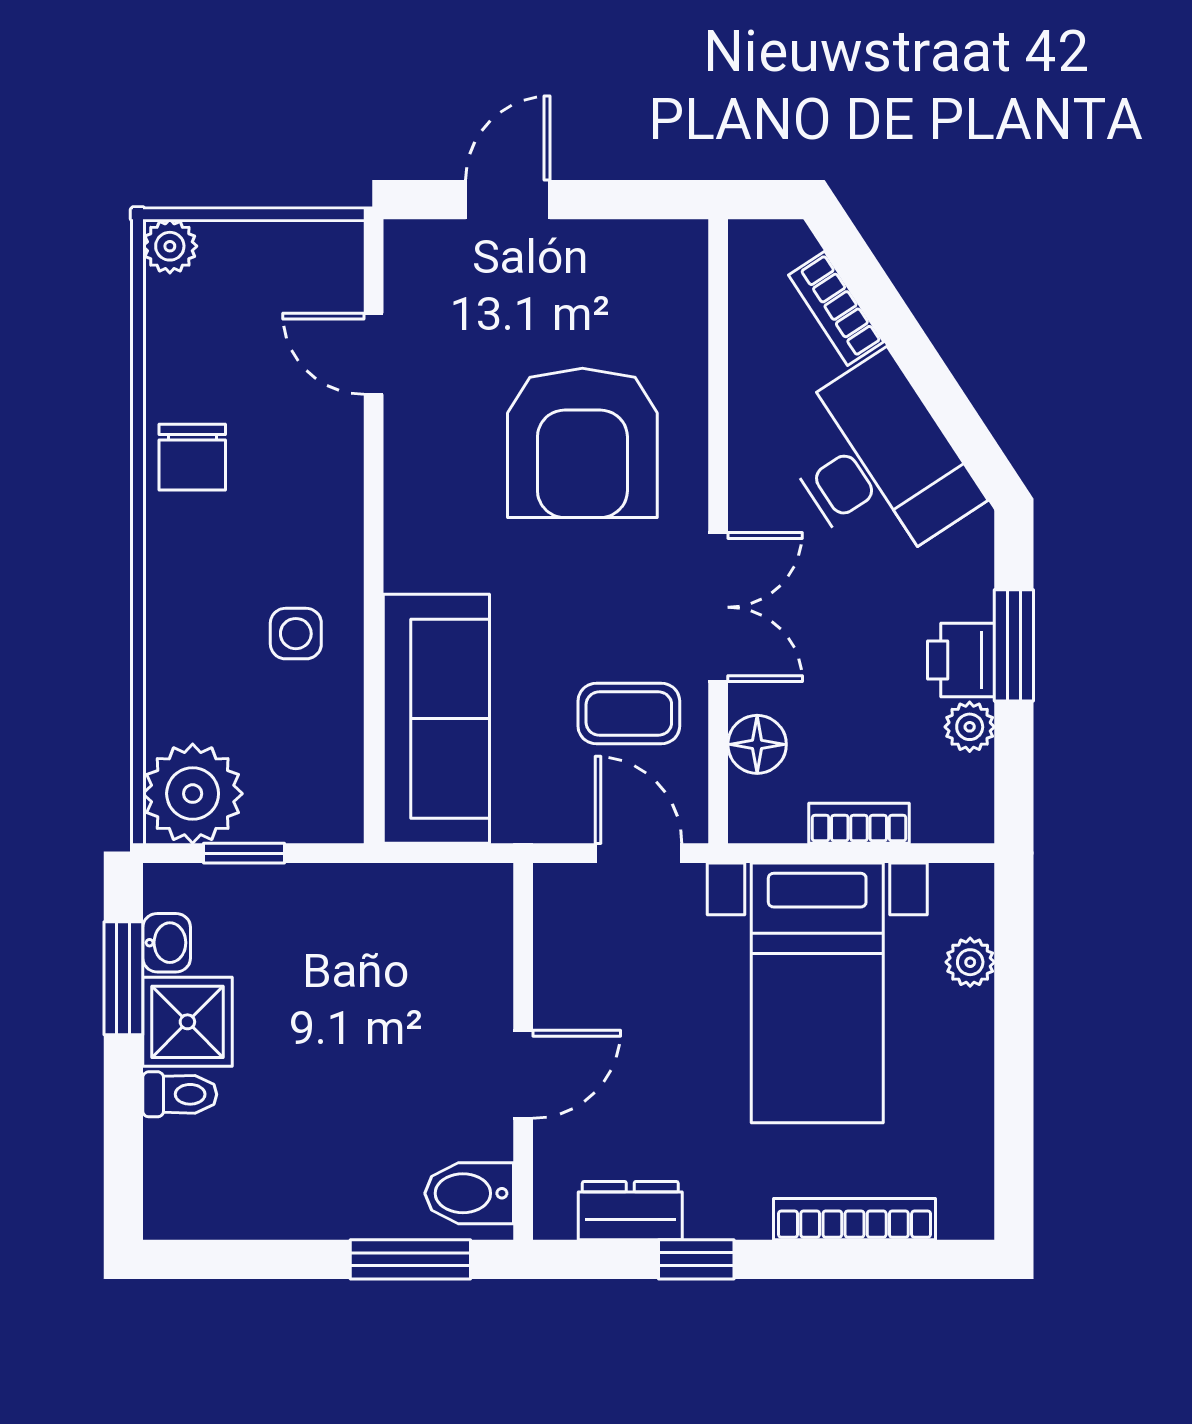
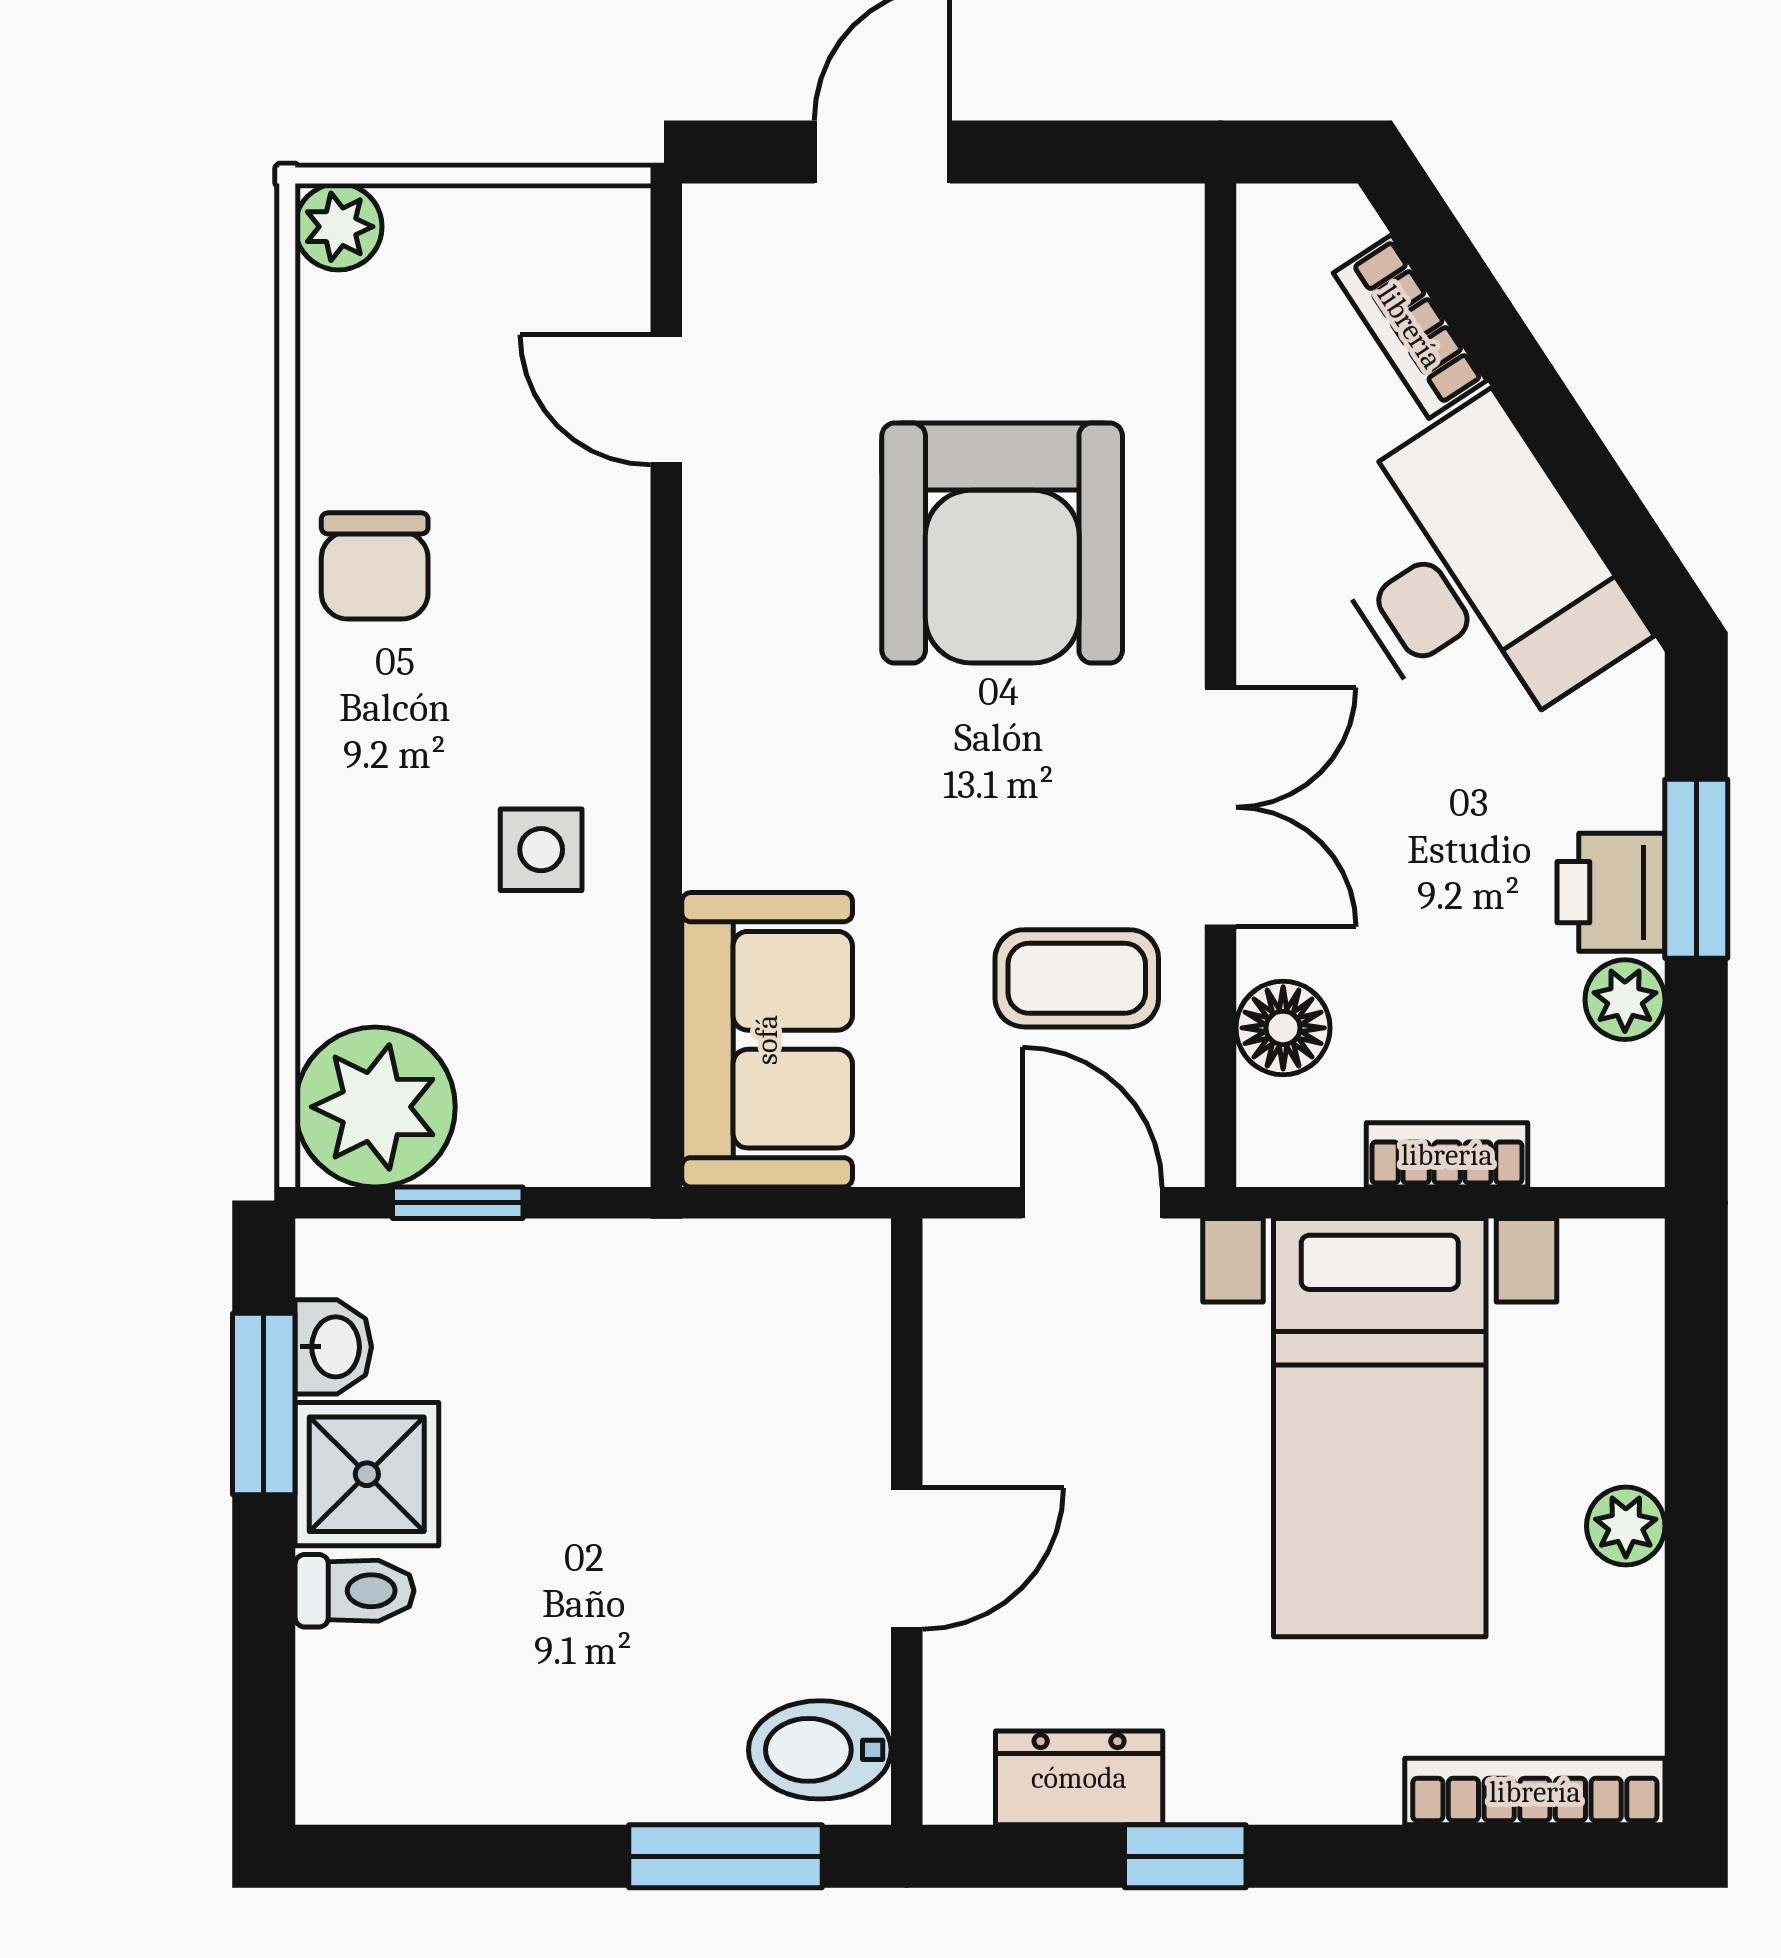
sofa: (436, 719) -> (767, 1040), width x0.73
plant: (970, 962) -> (1626, 1526), moved
bookcase: (855, 1219) -> (1535, 1792), moved

